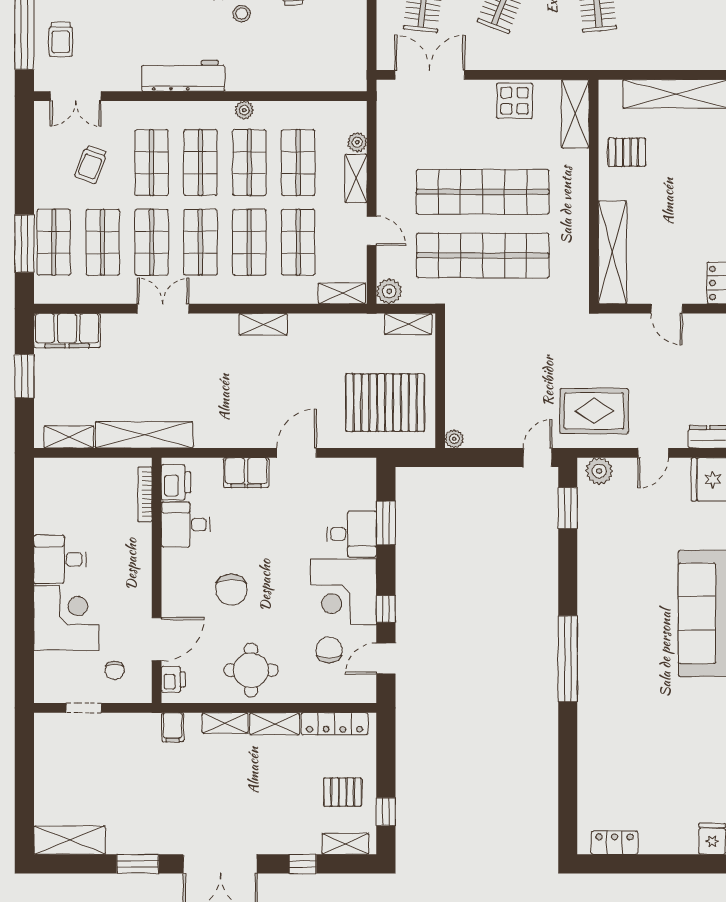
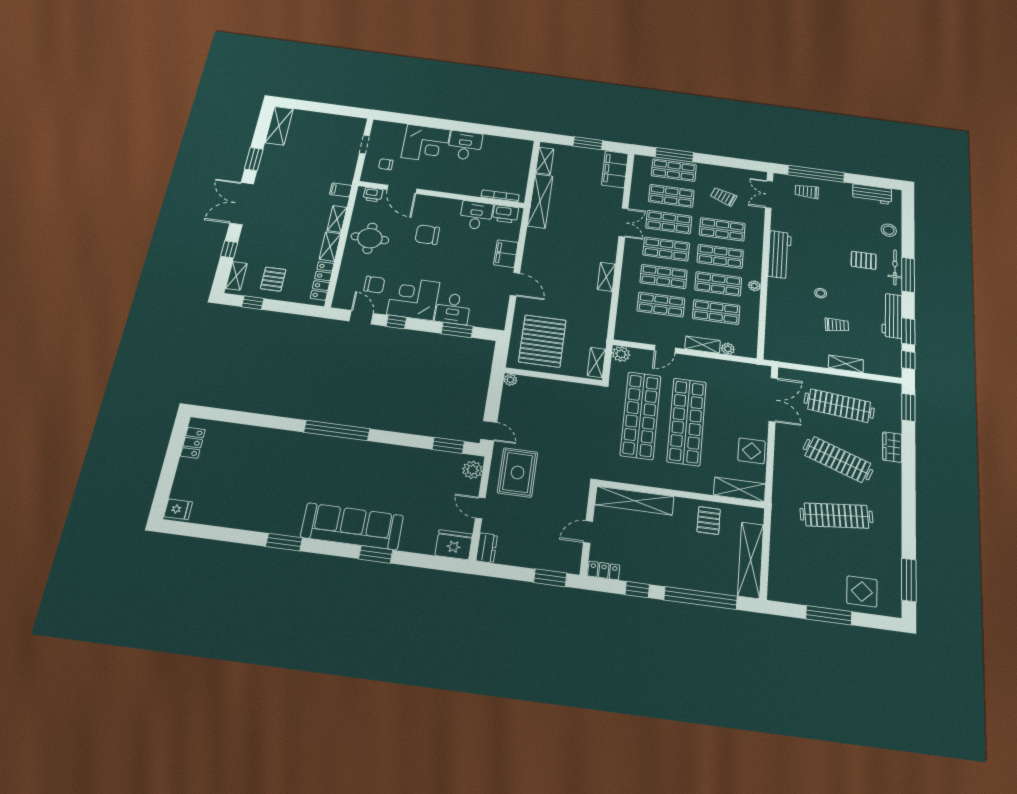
shelving: (342, 293) -> (623, 325), removed

